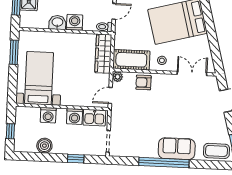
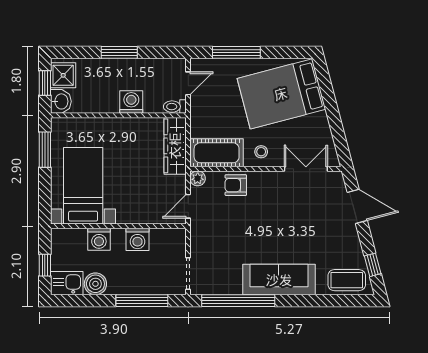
washbasin: (57, 22) -> (61, 101), moved, turned 90
kitchen sink: (94, 118) -> (67, 283), moved, turned 180
sofa: (177, 149) -> (279, 280), width x1.36
window: (76, 159) -> (142, 301), width x2.17
window: (164, 163) -> (238, 301), moved

